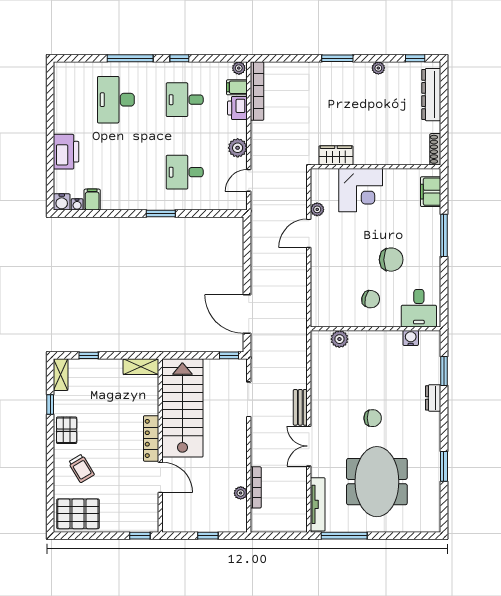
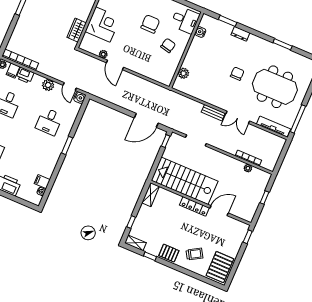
water cooler: (62, 202) -> (80, 98), moved

